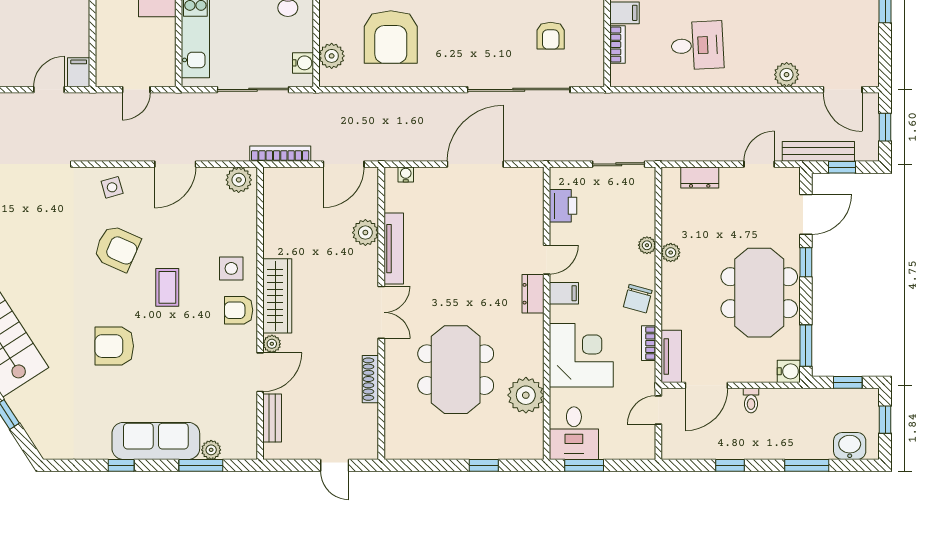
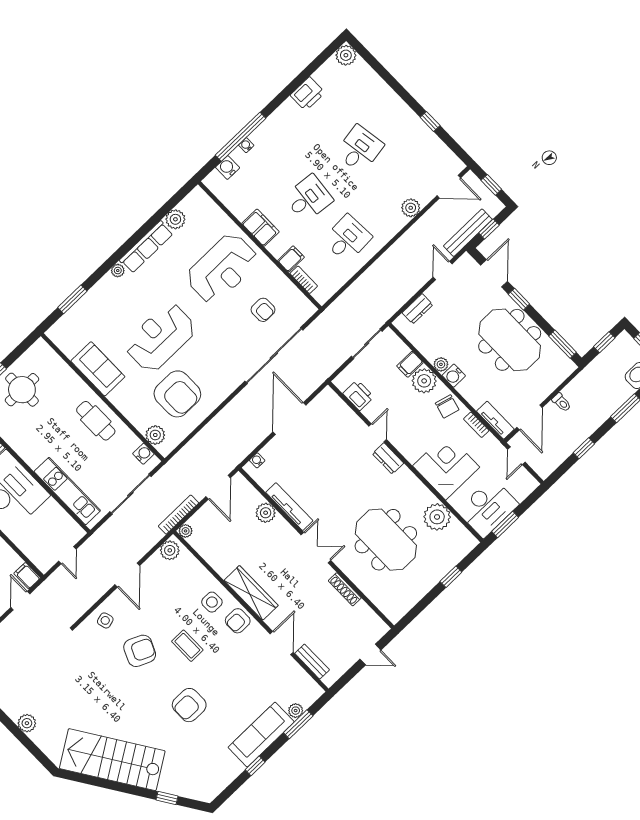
plant: (647, 245) -> (424, 381), width x1.87, depth x1.87
filing cabinet: (564, 293) -> (410, 364), moved, turned 180
plant: (272, 344) -> (186, 531), moved
water cooler: (789, 371) -> (454, 376), moved, turned 180
desk: (574, 433) -> (488, 508), width x1.37

